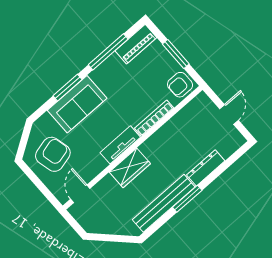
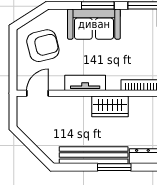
tv unit: (120, 145) -> (85, 83), moved
wardrobe: (130, 168) -> (110, 106), moved

